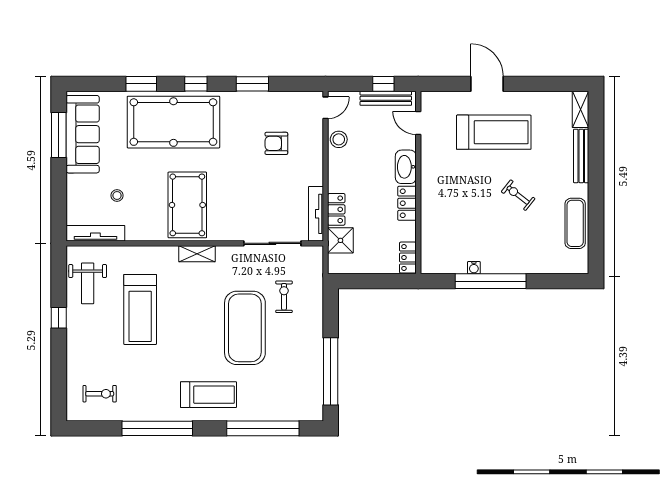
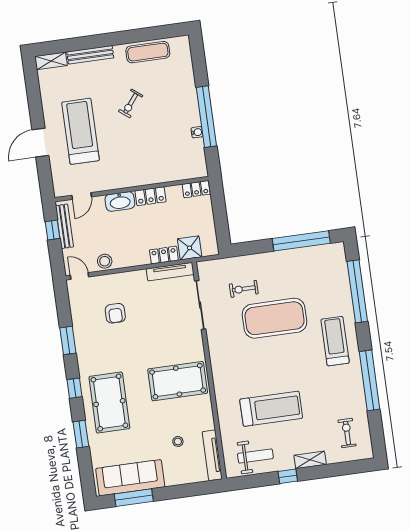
pool table: (173, 122) -> (109, 403), width x0.73, depth x0.76
shelving: (197, 254) -> (310, 460), moved, turned 90

